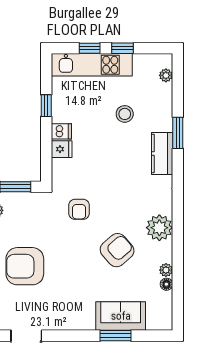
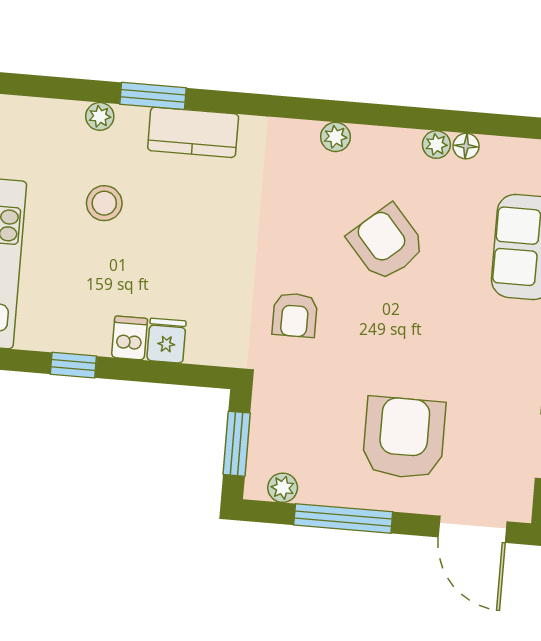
plant: (166, 75) -> (100, 116), moved
armchair: (79, 209) -> (295, 315), turned 90
plant: (159, 228) -> (335, 137), width x0.53, depth x0.53
armchair: (25, 266) -> (404, 438), turned 180

